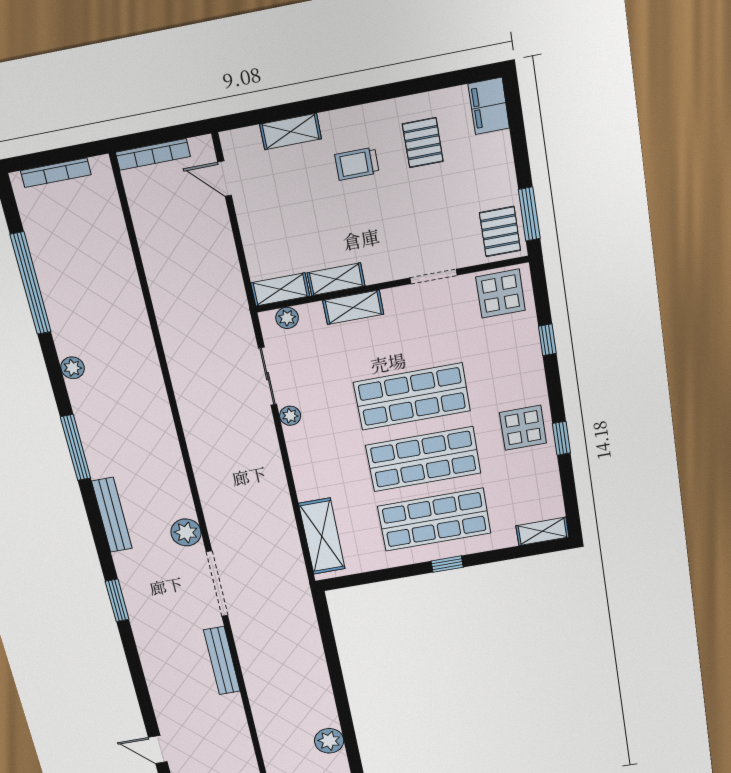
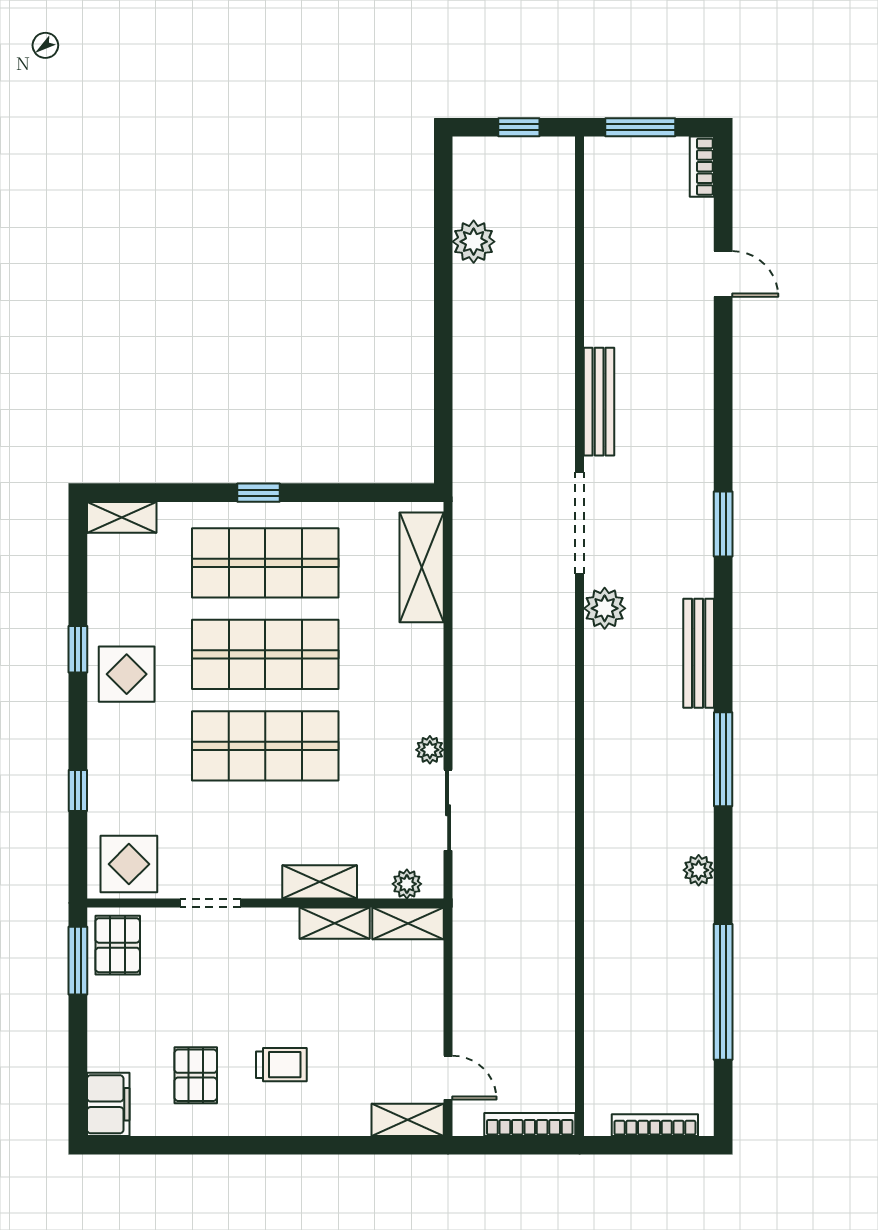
shelving: (291, 132) -> (408, 1120), moved

